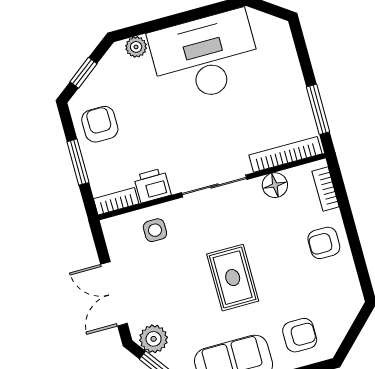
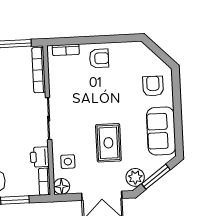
floor lamp: (275, 185) -> (62, 186), moved
armchair: (324, 243) -> (99, 58), turned -90
rug: (233, 278) -> (108, 143), moved, turned 90

